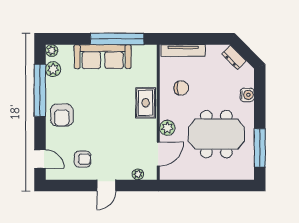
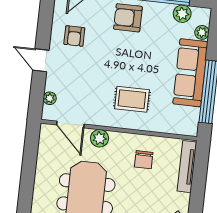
plant: (52, 51) -> (202, 32), moved
rug: (146, 103) -> (132, 99), moved

